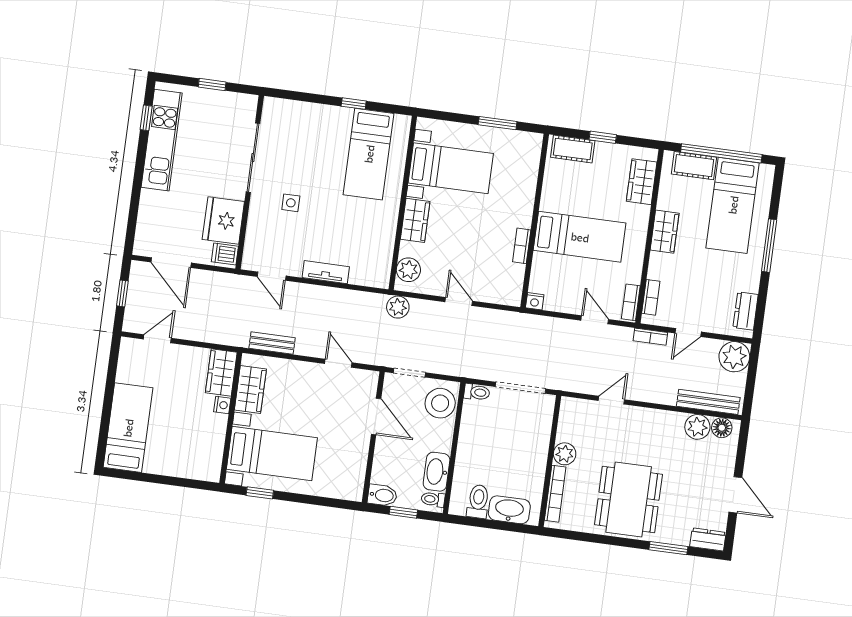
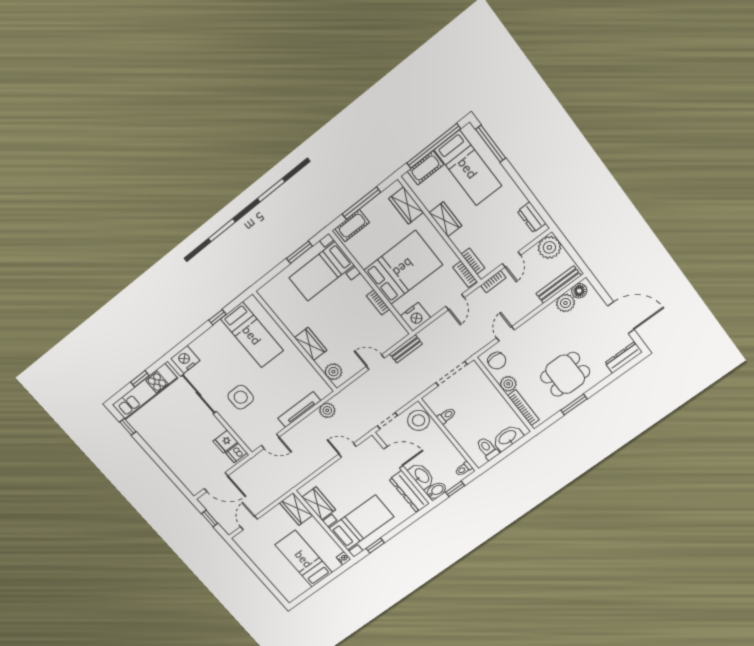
nightstand: (277, 112) -> (185, 360), added
window: (603, 137) -> (361, 203), width x2.17
kitchen unit: (162, 140) -> (145, 392), moved, turned 90
bed with nightstands: (451, 168) -> (321, 271), moved, turned 180
side table: (291, 203) -> (241, 397), width x1.87, depth x1.87
fridge: (223, 220) -> (225, 442), width x0.53, depth x0.75
bed: (580, 237) -> (403, 268), width x1.50
window: (769, 246) -> (491, 144), moved
tv unit: (326, 272) -> (299, 409), width x1.41
nightstand: (535, 301) -> (415, 317), width x1.89, depth x1.79
plant: (398, 307) -> (327, 410), moved
door: (595, 320) -> (455, 302), swing flipped
bench: (272, 343) -> (406, 349), moved
toilet: (477, 392) -> (446, 416), moved
nightstand: (222, 405) -> (344, 558), moved
chair: (577, 419) -> (497, 361), added
bed: (128, 428) -> (304, 559), moved
dresser: (355, 469) -> (409, 491), added
washbasin: (437, 472) -> (422, 476), moved, turned 180
door: (735, 495) -> (621, 318), width x1.36
dining table: (629, 499) -> (565, 374), width x0.73
dresser: (708, 539) -> (624, 357), width x1.44
window: (668, 548) -> (574, 404), moved

